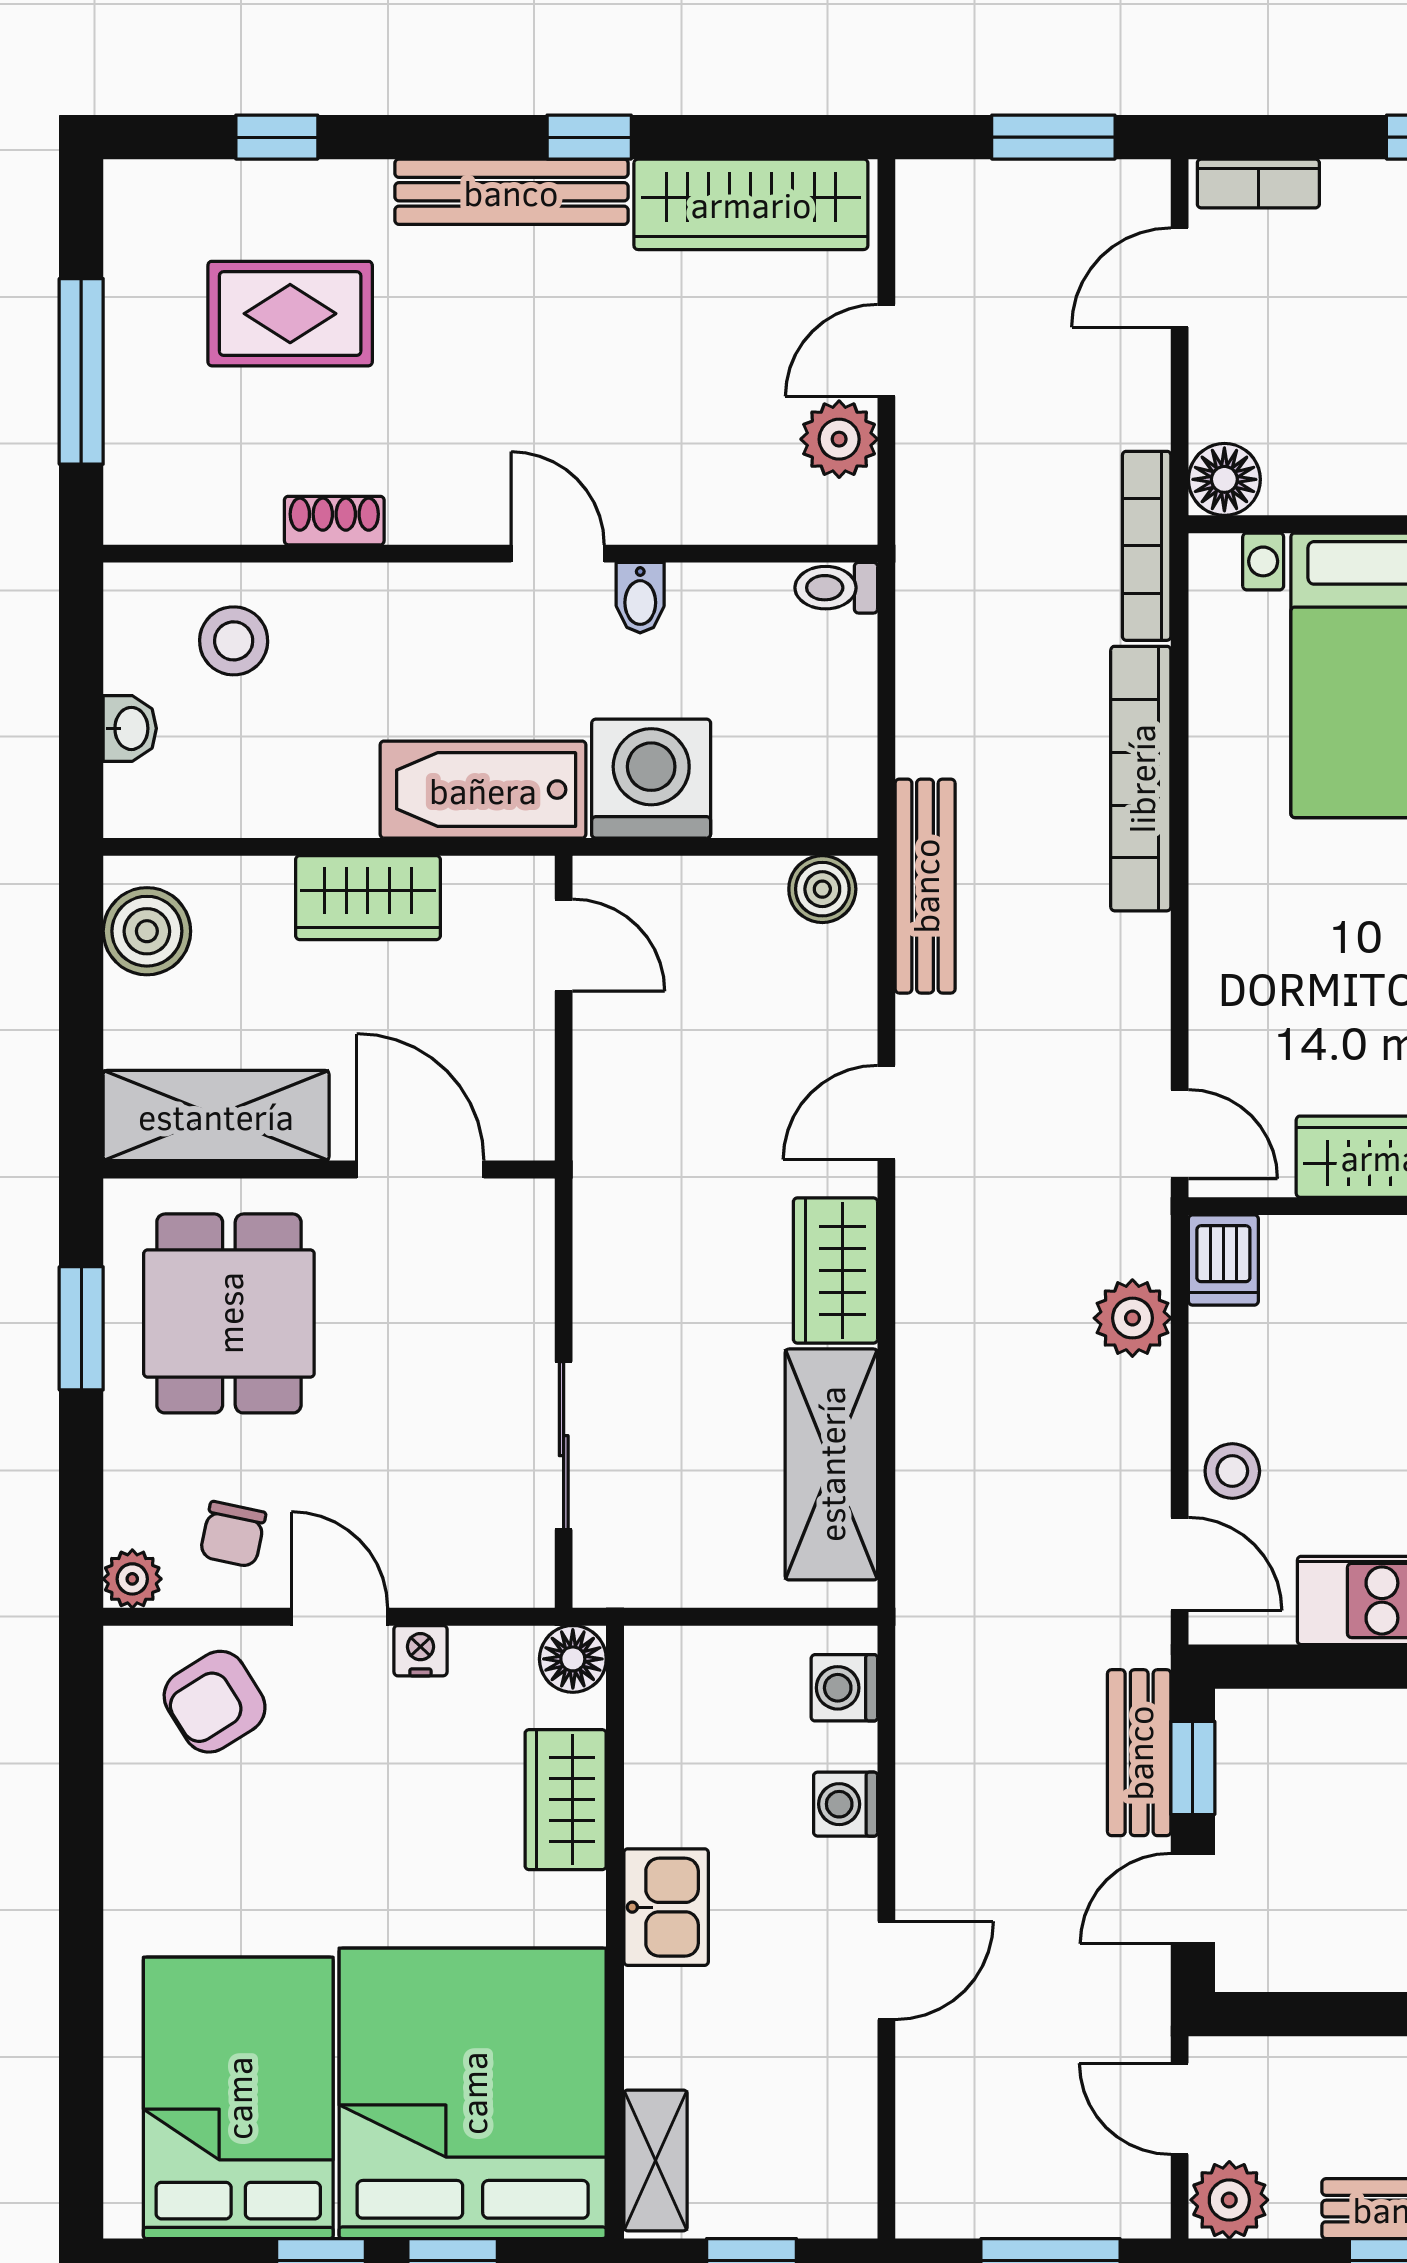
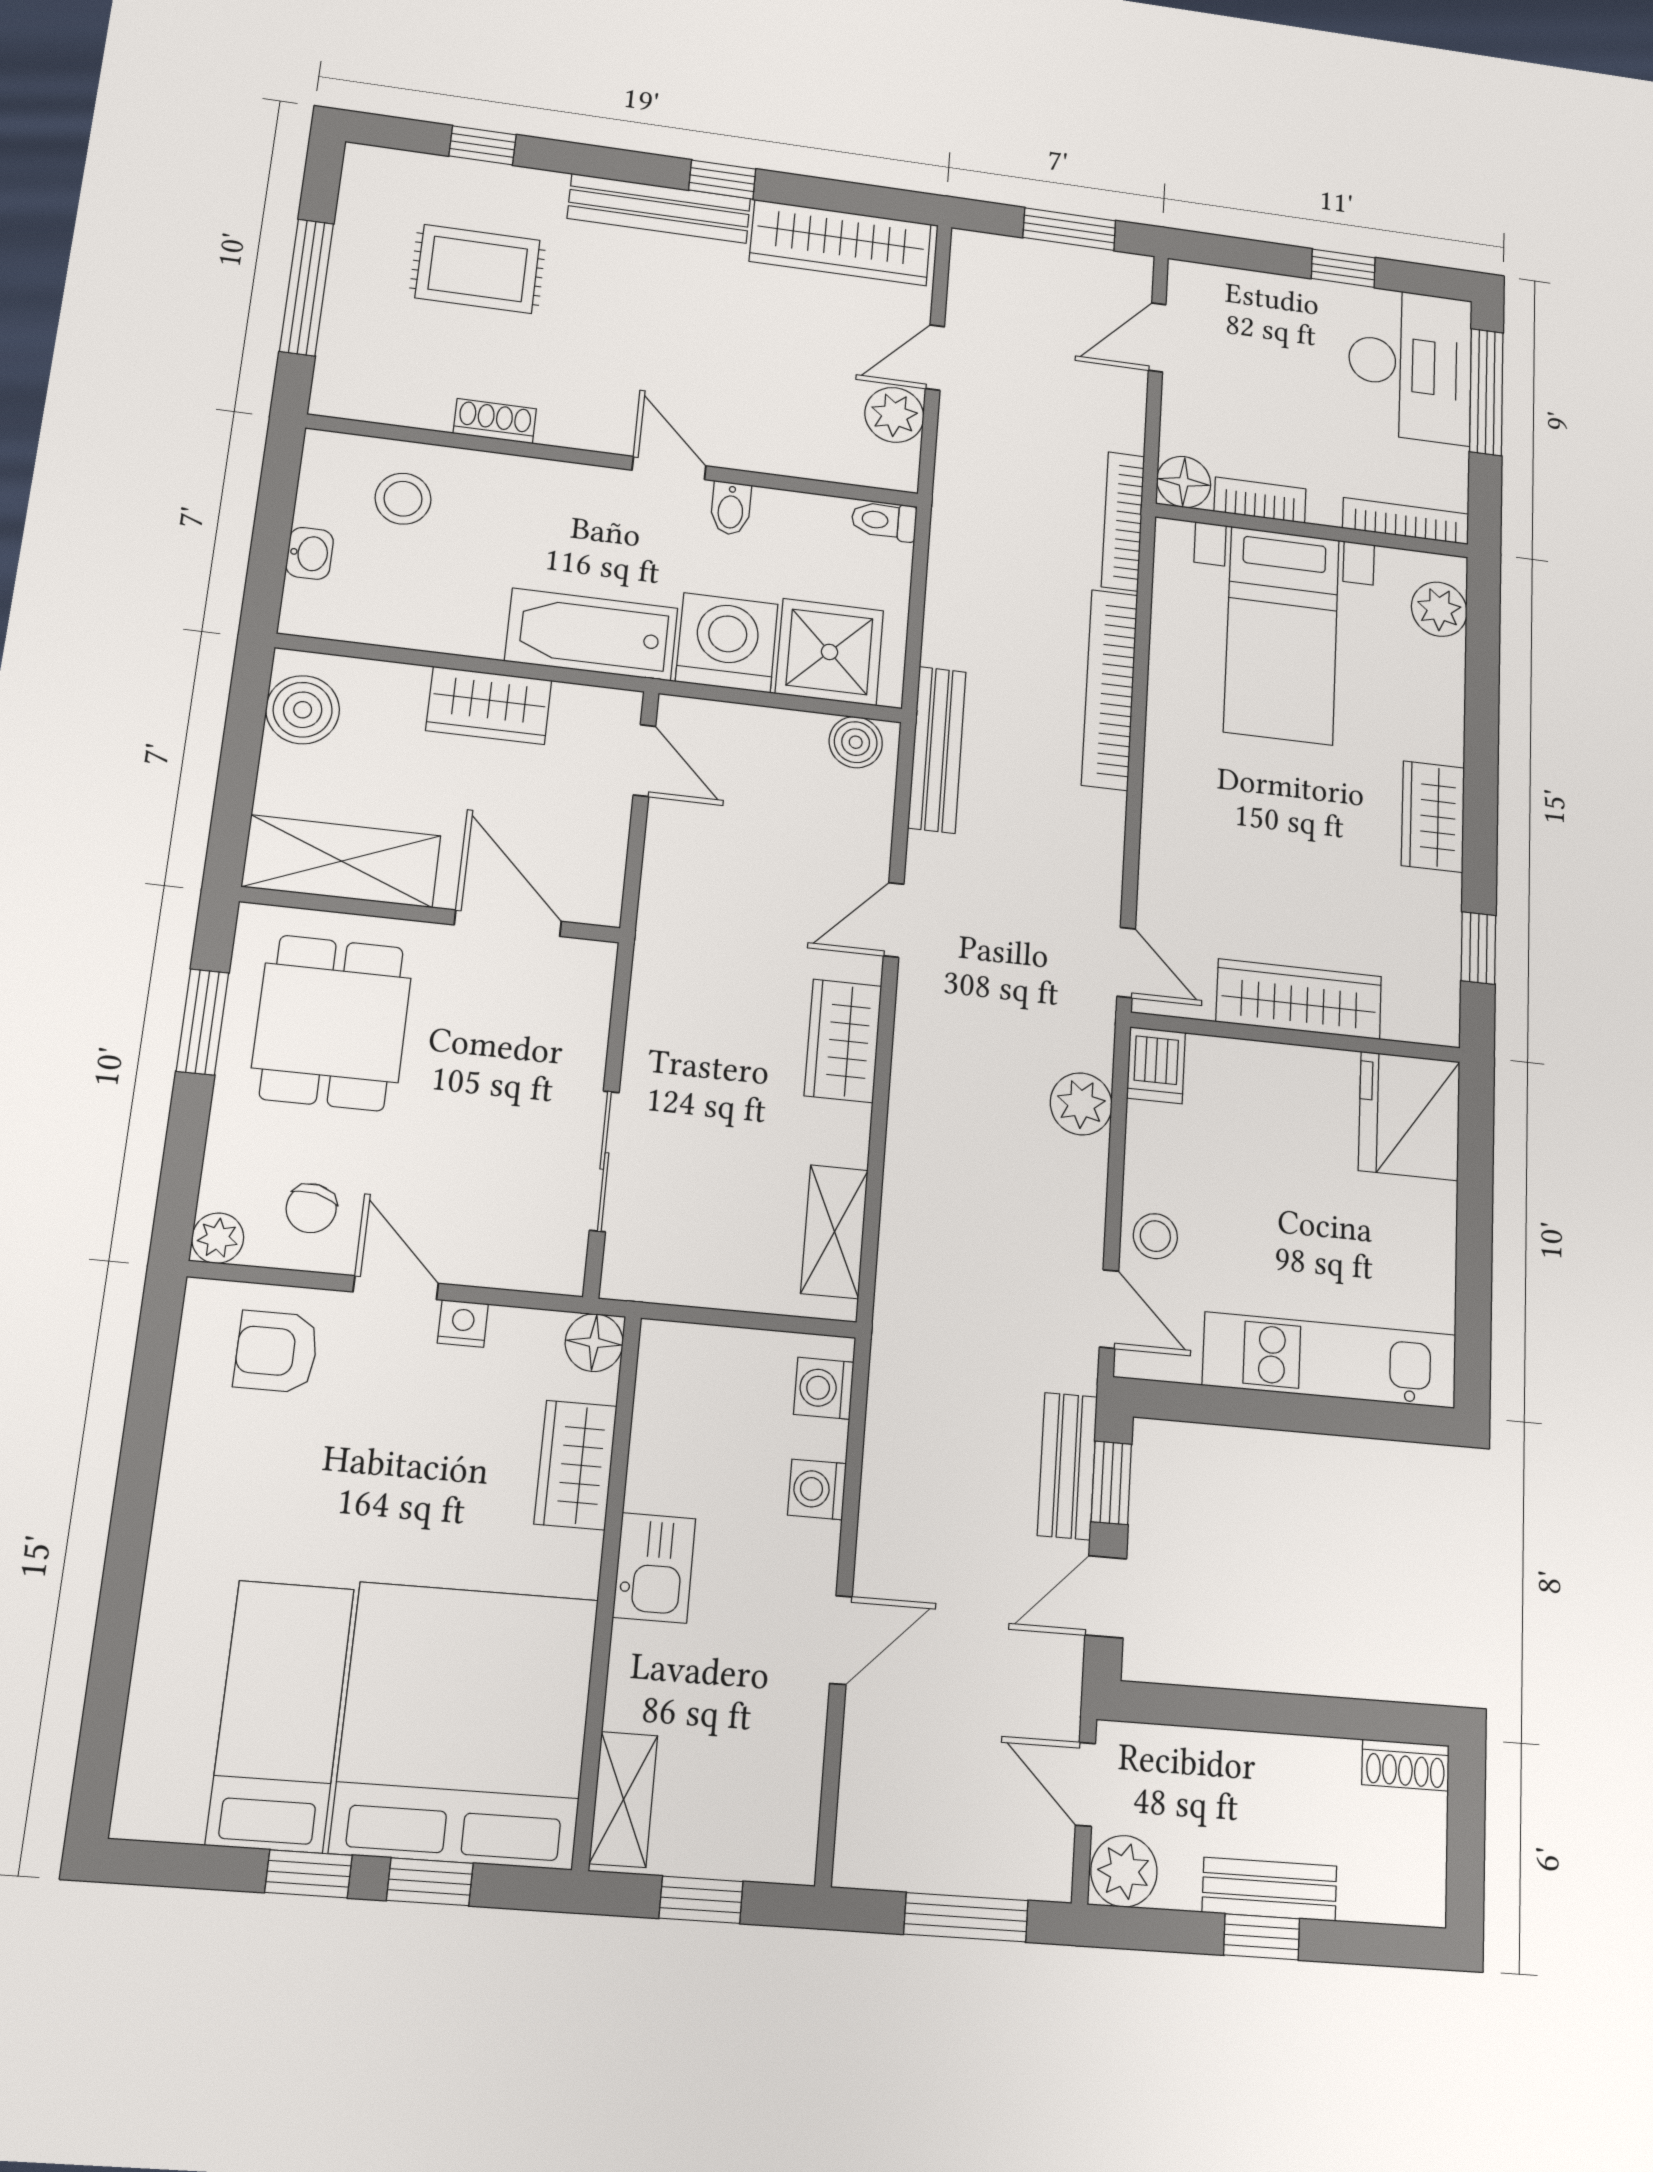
bookcase: (1258, 184) -> (1260, 500), moved, turned 180
shower: (780, 774) -> (829, 652), added
shelving: (831, 1464) -> (835, 1232), width x0.67, depth x0.75
armchair: (215, 1702) -> (276, 1352), turned 32
bed: (238, 2098) -> (280, 1716), width x0.67

